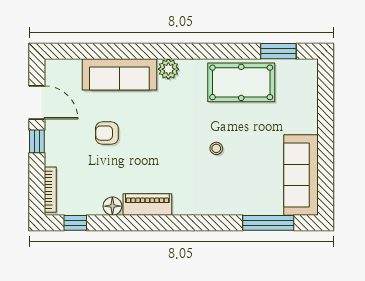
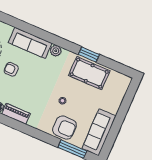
window: (278, 51) -> (89, 54), moved
armchair: (239, 192) -> (64, 128), added

